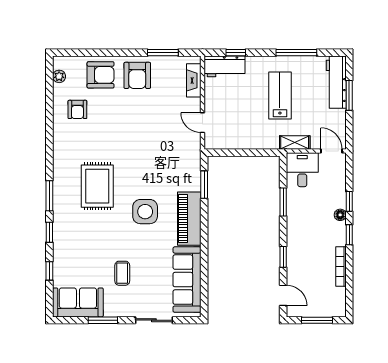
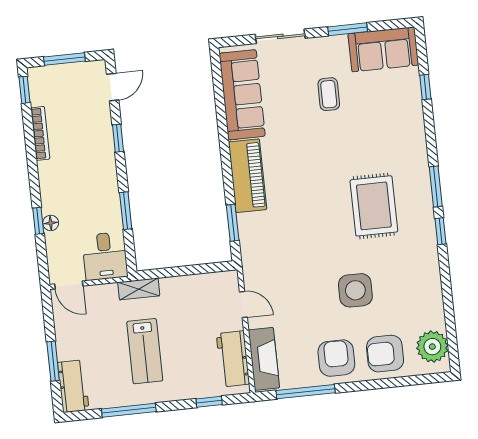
window: (163, 53) -> (306, 392), width x1.44
workbench: (224, 66) -> (233, 359), moved, turned -90
plant: (59, 76) -> (432, 347), width x1.87, depth x1.87
fireplace: (194, 80) -> (264, 359), width x1.37, depth x1.32
workbench: (336, 82) -> (73, 386), width x0.73
armchair: (77, 109) -> (411, 305), removed
shelving: (295, 143) -> (139, 289), moved
side table: (145, 212) -> (355, 290), moved
floor lamp: (340, 215) -> (51, 223), moved
window: (49, 232) -> (441, 231), moved
window: (349, 235) -> (25, 90), moved
door: (283, 295) -> (113, 87), swing flipped

